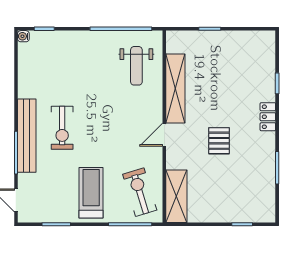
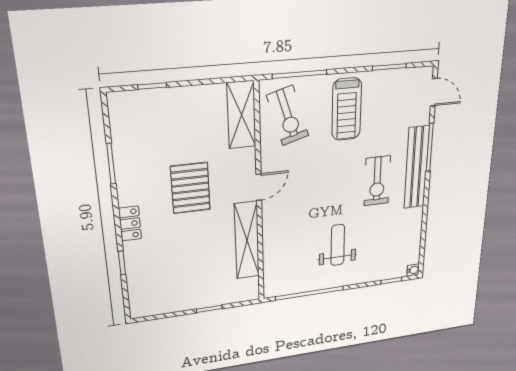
weight bench: (136, 66) -> (338, 245), moved
exercise bike: (62, 128) -> (377, 181), turned 180
pallet: (219, 141) -> (190, 188), width x1.50, depth x1.42

